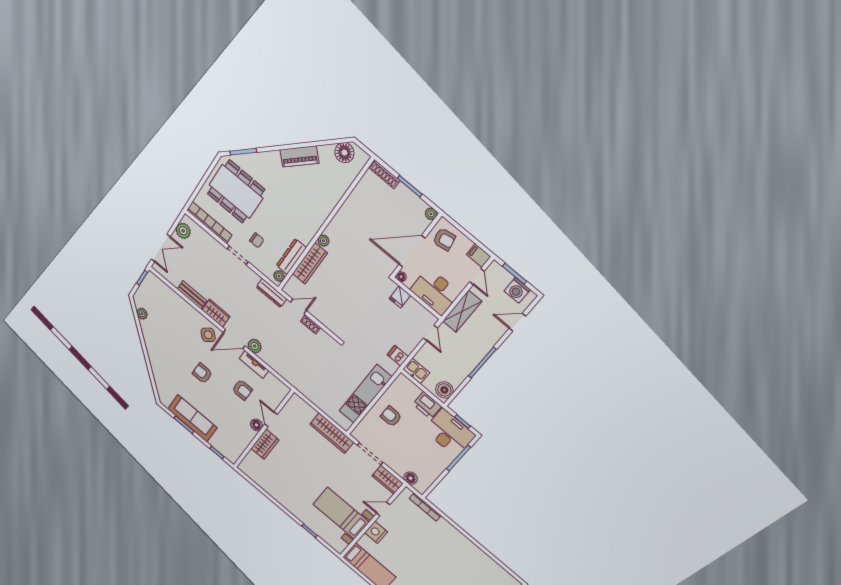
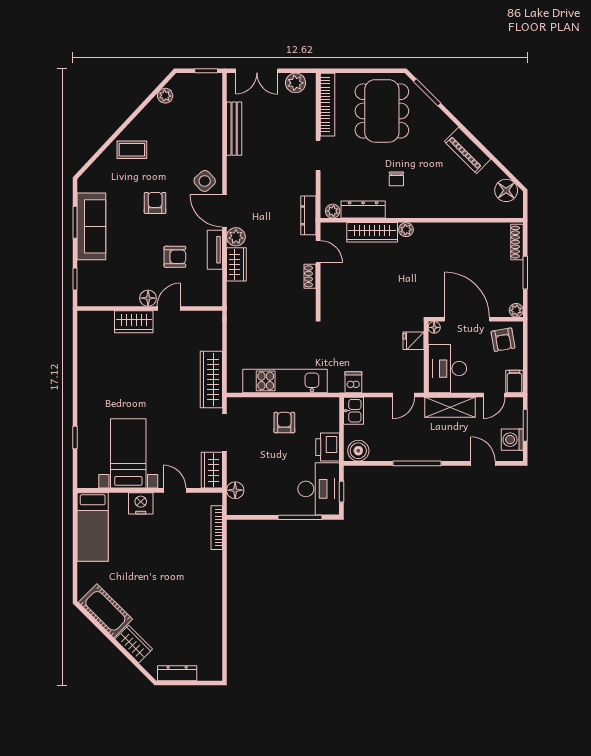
chair: (257, 240) -> (396, 179), moved
bench: (192, 295) -> (234, 129), width x1.36
wardrobe: (216, 313) -> (236, 264), moved
coffee table: (162, 359) -> (132, 150), added
armchair: (242, 390) -> (175, 257), turned -90

